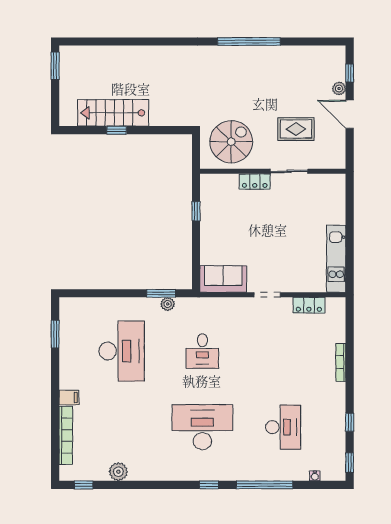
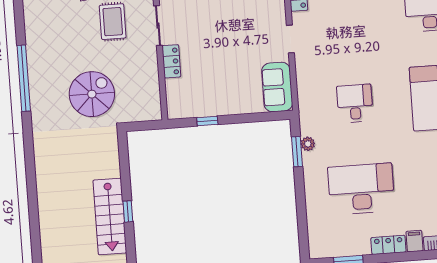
spiral stairs: (231, 142) -> (92, 94), moved, turned 90
desk: (202, 351) -> (355, 103), turned -90
locker: (67, 373) -> (388, 245), added

